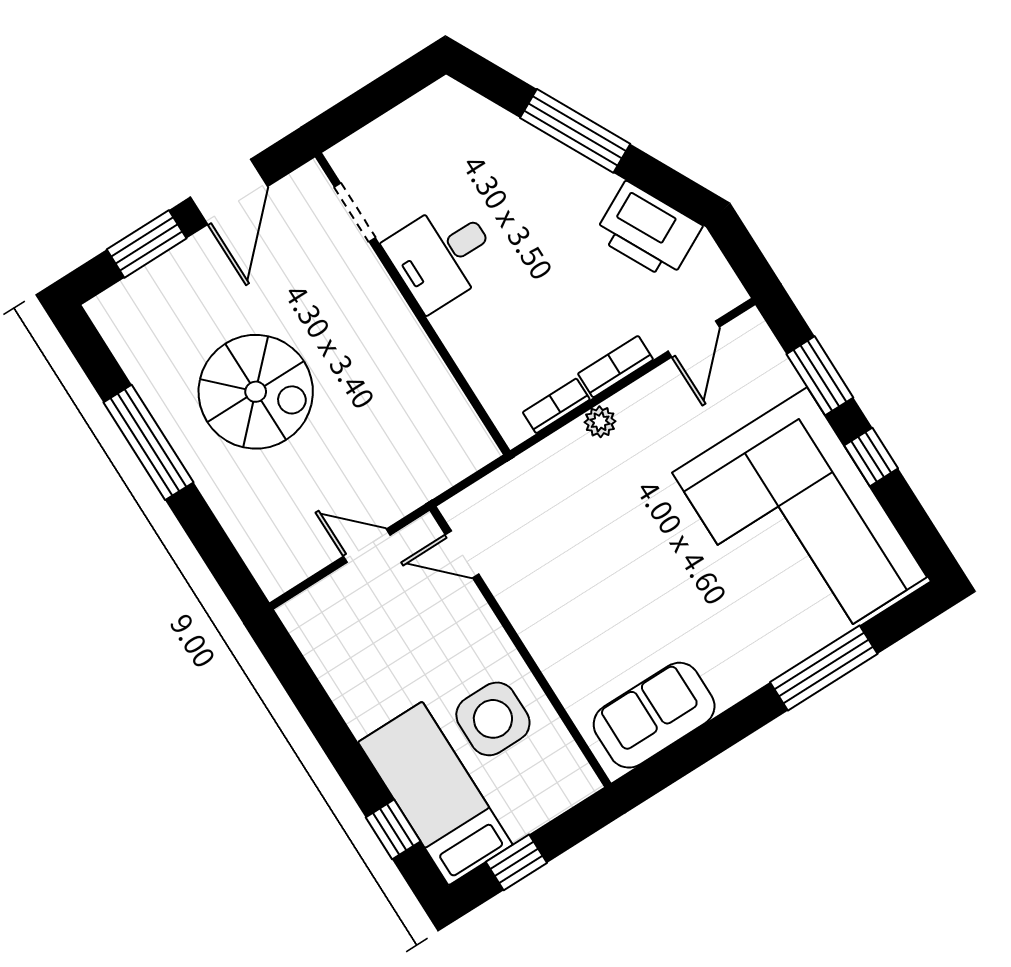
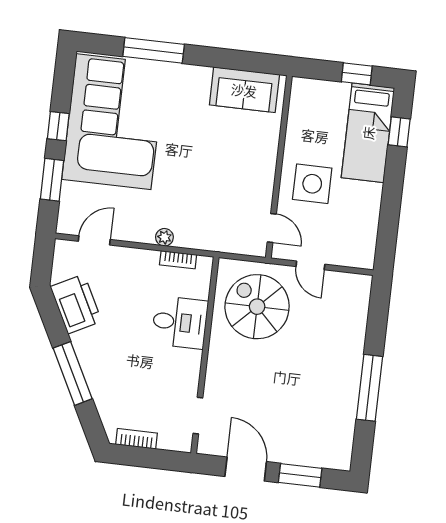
door: (229, 192) -> (246, 469), hinge flipped
desk: (442, 255) -> (180, 322), moved
bookcase: (616, 367) -> (137, 439), moved, turned 180
spiral stairs: (256, 392) -> (257, 307), moved
side table: (493, 719) -> (312, 184), moved

